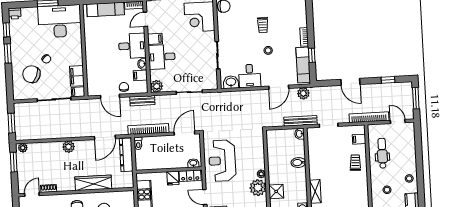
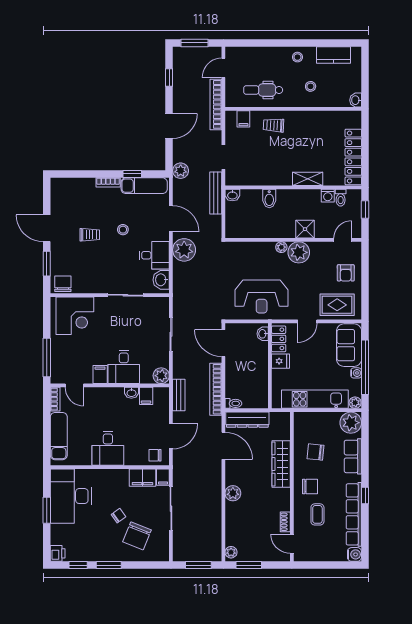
desk: (132, 46) -> (108, 448), moved, turned 180
chair: (124, 87) -> (155, 455), moved
plant: (303, 93) -> (181, 171), moved
plant: (255, 99) -> (184, 250), added

